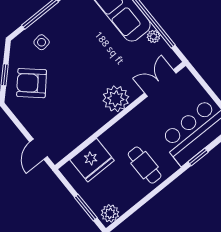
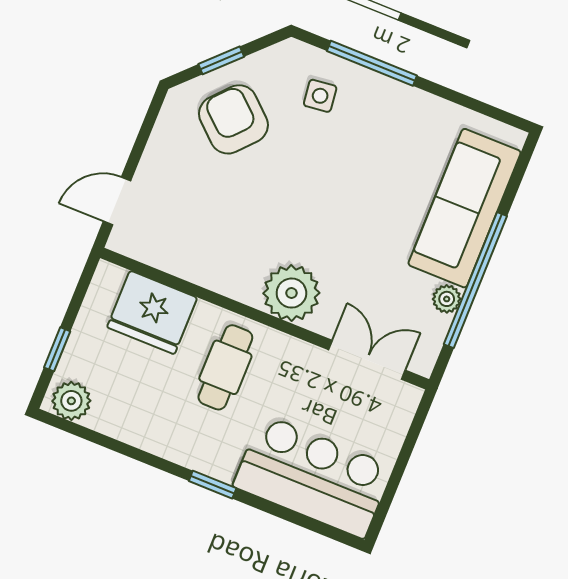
window: (198, 157) -> (213, 485), moved
cafe table: (145, 165) -> (225, 367), moved
window: (86, 207) -> (57, 349), width x0.67

